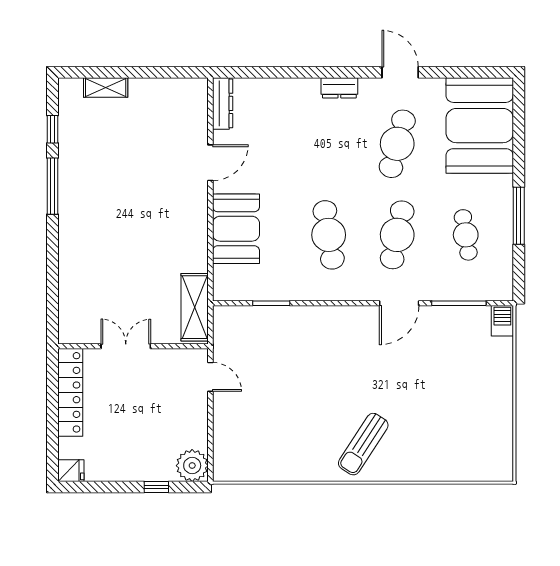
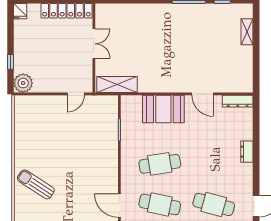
dresser: (339, 88) -> (247, 152), moved

